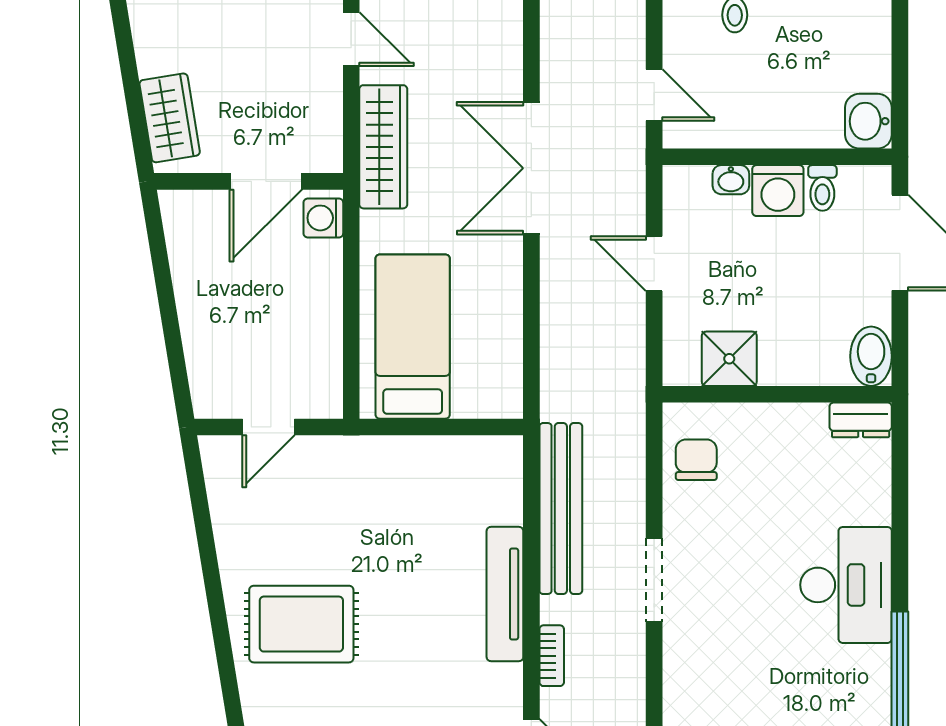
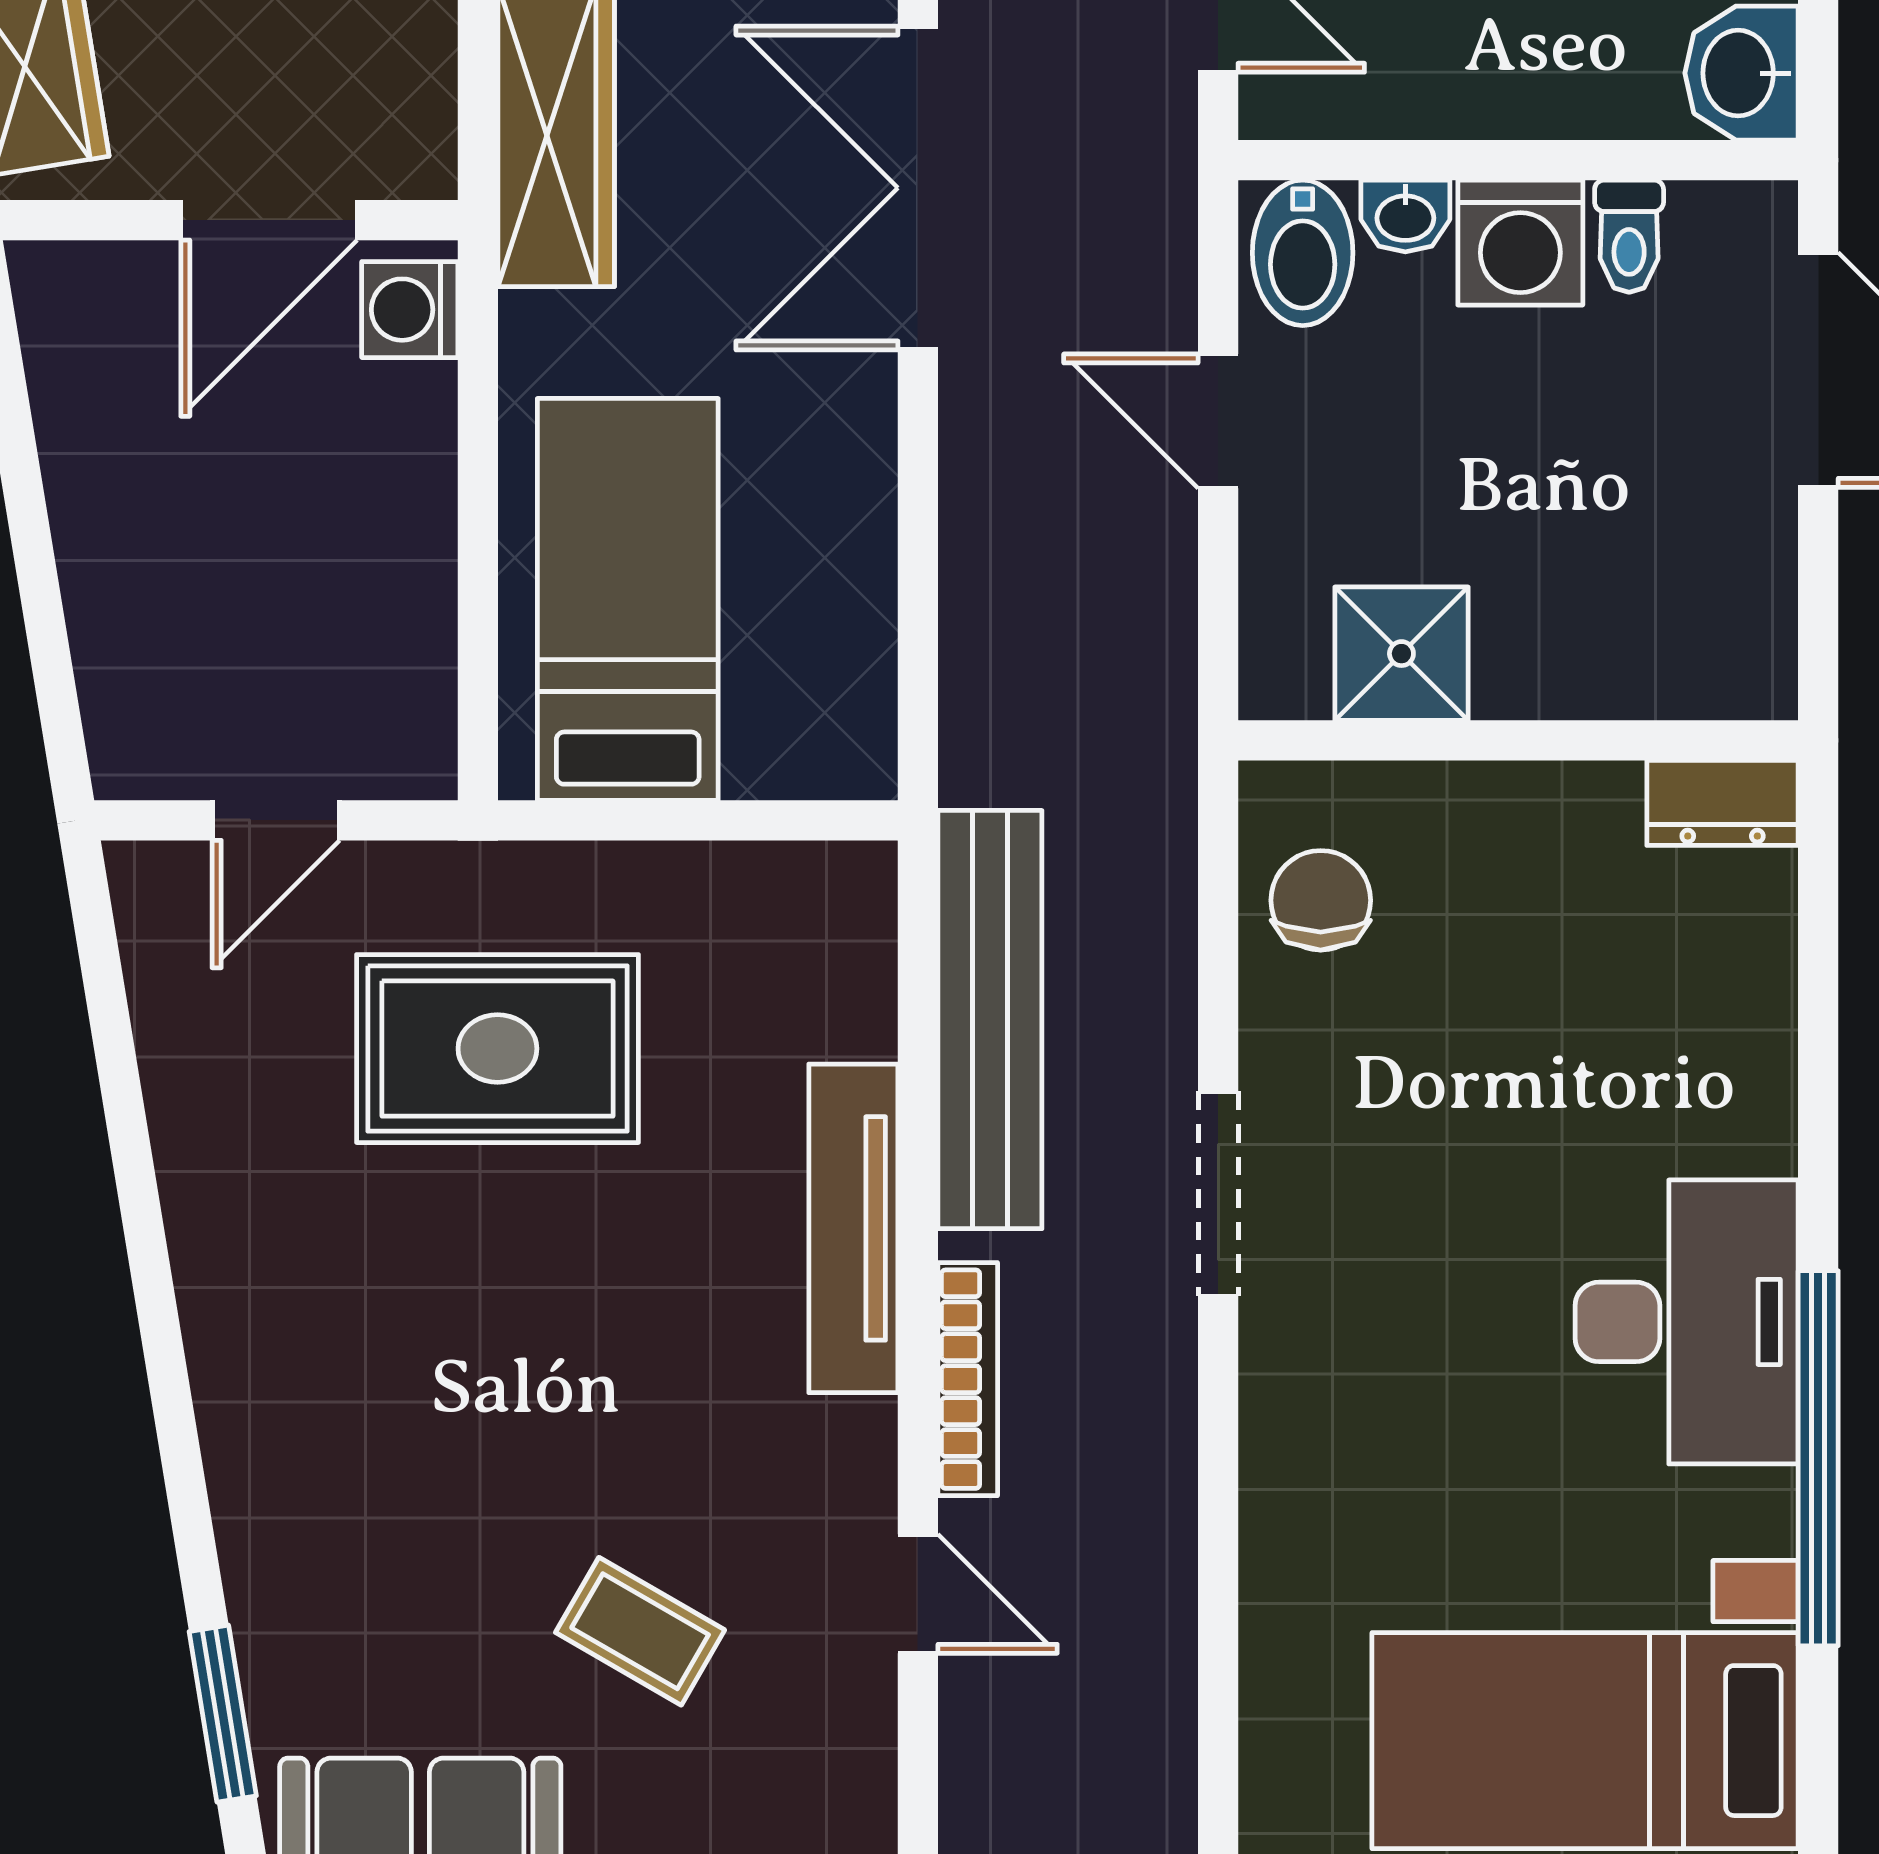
bidet: (871, 356) -> (1303, 253), moved, turned 180
desk: (846, 585) -> (1687, 1322), moved
rug: (301, 624) -> (497, 1049), moved
bookcase: (552, 656) -> (968, 1379), width x1.56

